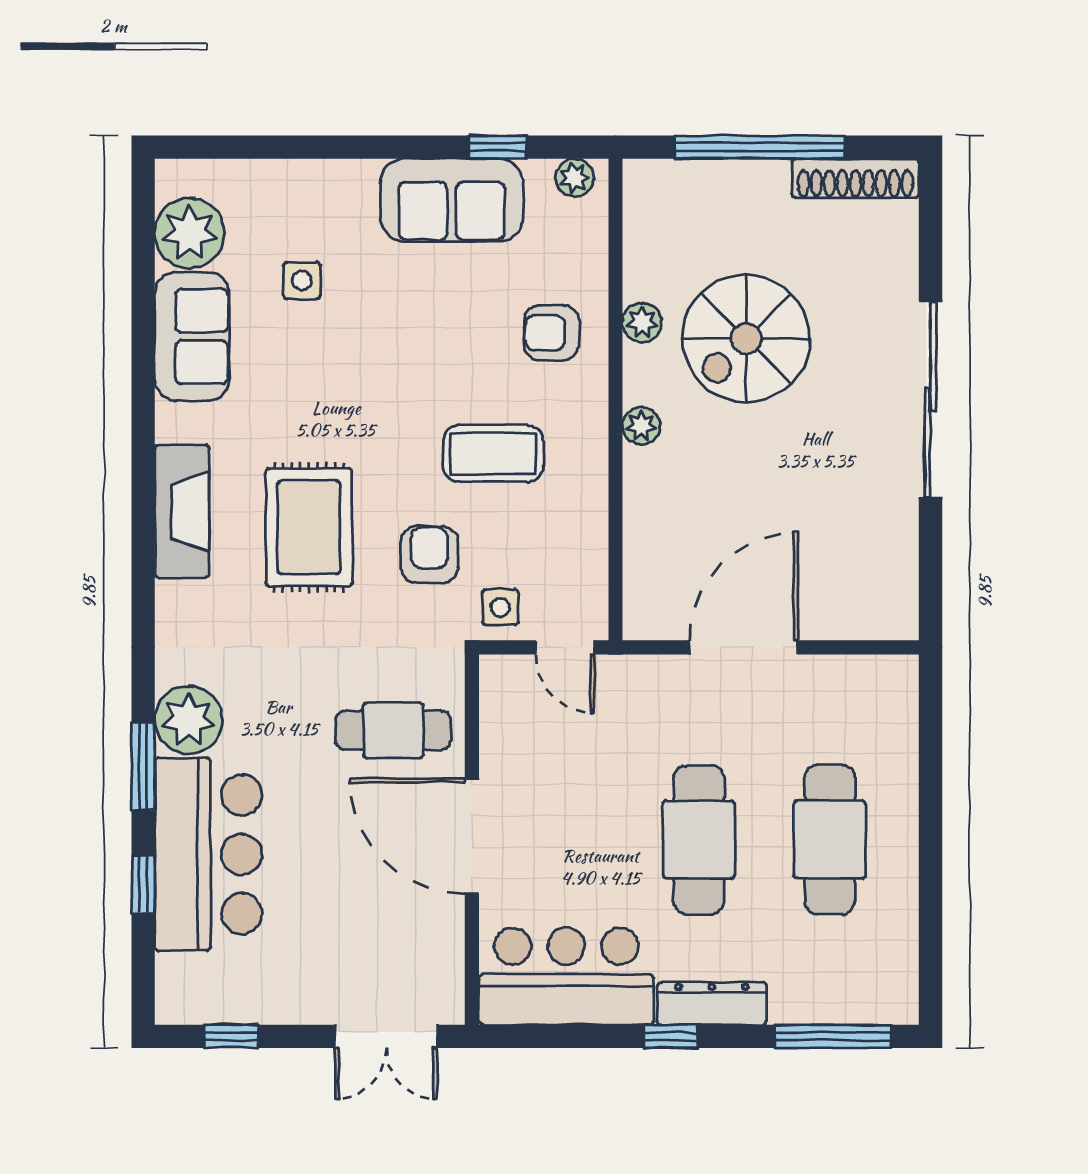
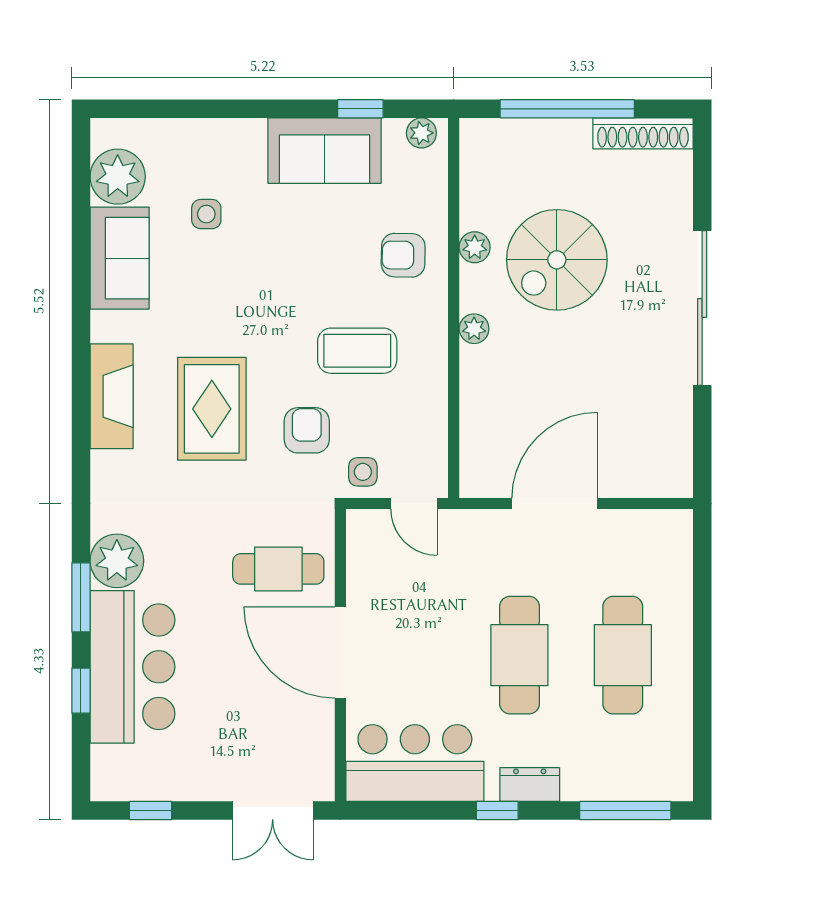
dresser: (712, 1003) -> (530, 784), width x0.70

